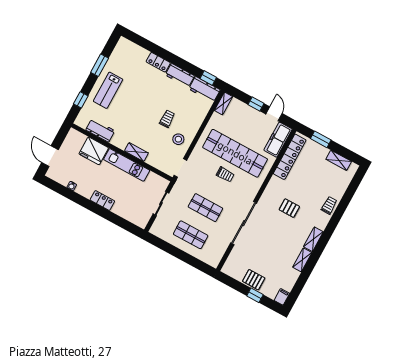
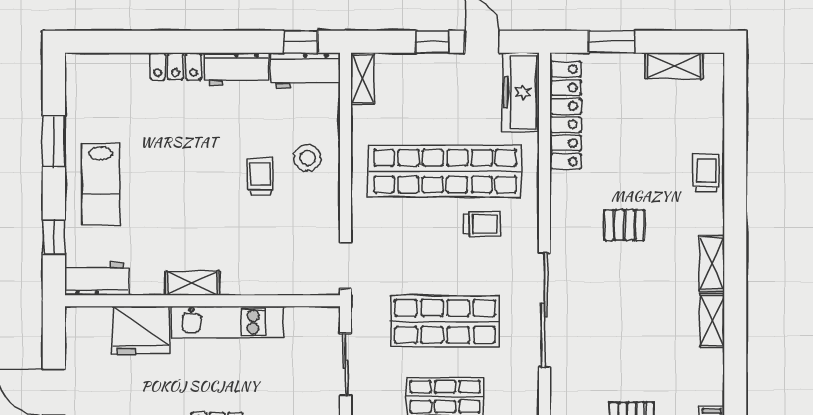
workbench: (100, 130) -> (97, 279), moved
stool: (178, 139) -> (308, 158), moved
shelving: (136, 152) -> (192, 283), moved
trolley: (225, 174) -> (482, 224), moved
shop shelf: (205, 208) -> (445, 321), width x1.43, depth x1.36

